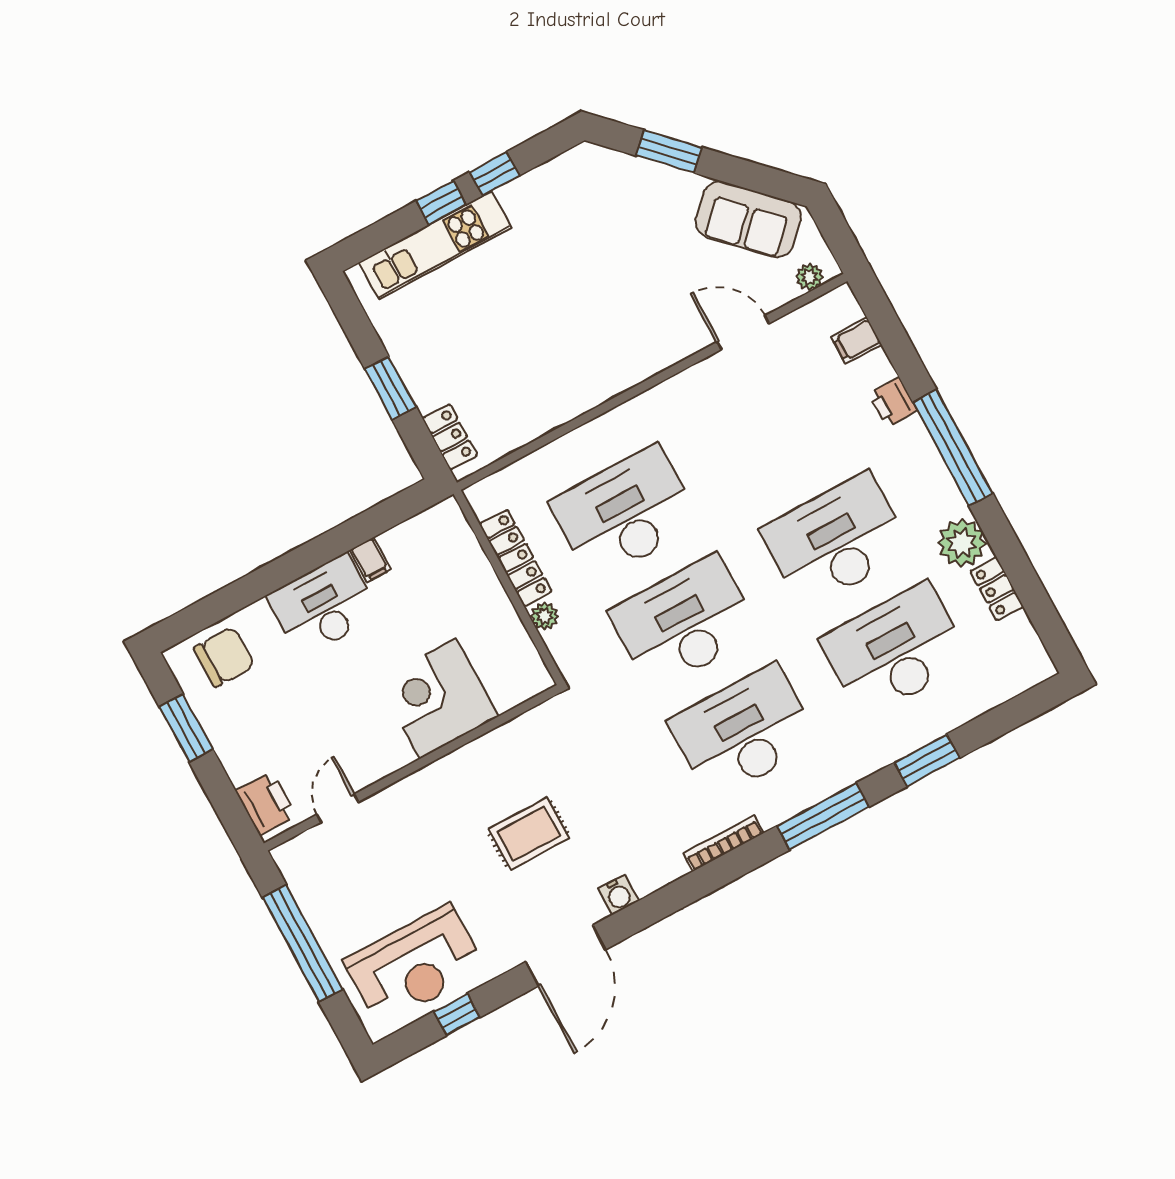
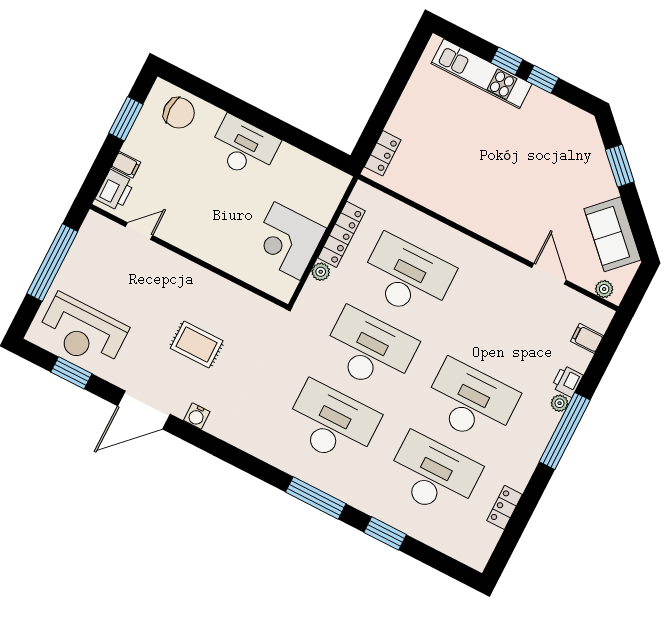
window: (391, 388) -> (387, 103), removed
plant: (962, 543) -> (560, 403), moved, width x0.53, depth x0.53
filing cabinet: (370, 560) -> (126, 165), moved, turned -90
corner desk: (438, 699) -> (287, 241), moved, turned -90
bookcase: (723, 843) -> (264, 454), removed
window: (457, 1014) -> (71, 373), width x1.50

